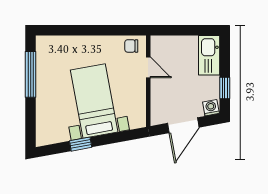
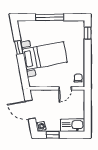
window: (57, 30) -> (88, 33), added
window: (31, 74) -> (50, 17), moved

